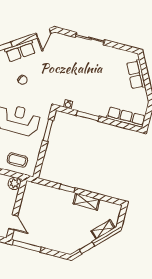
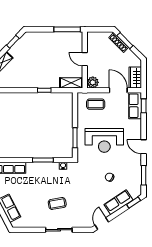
coffee table: (85, 66) -> (57, 203), added
shelving: (86, 202) -> (71, 83), moved
door: (13, 222) -> (85, 59), moved

